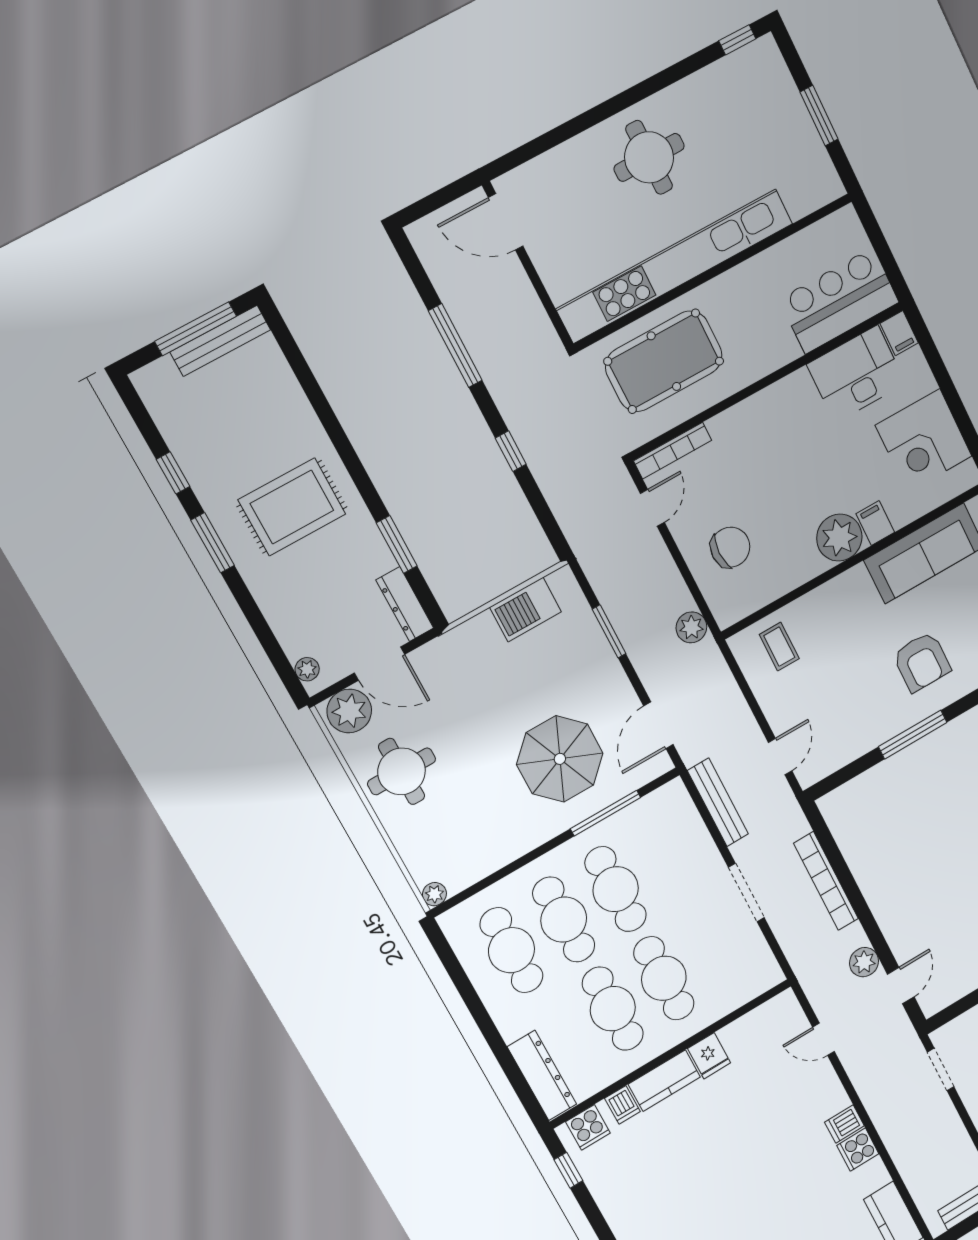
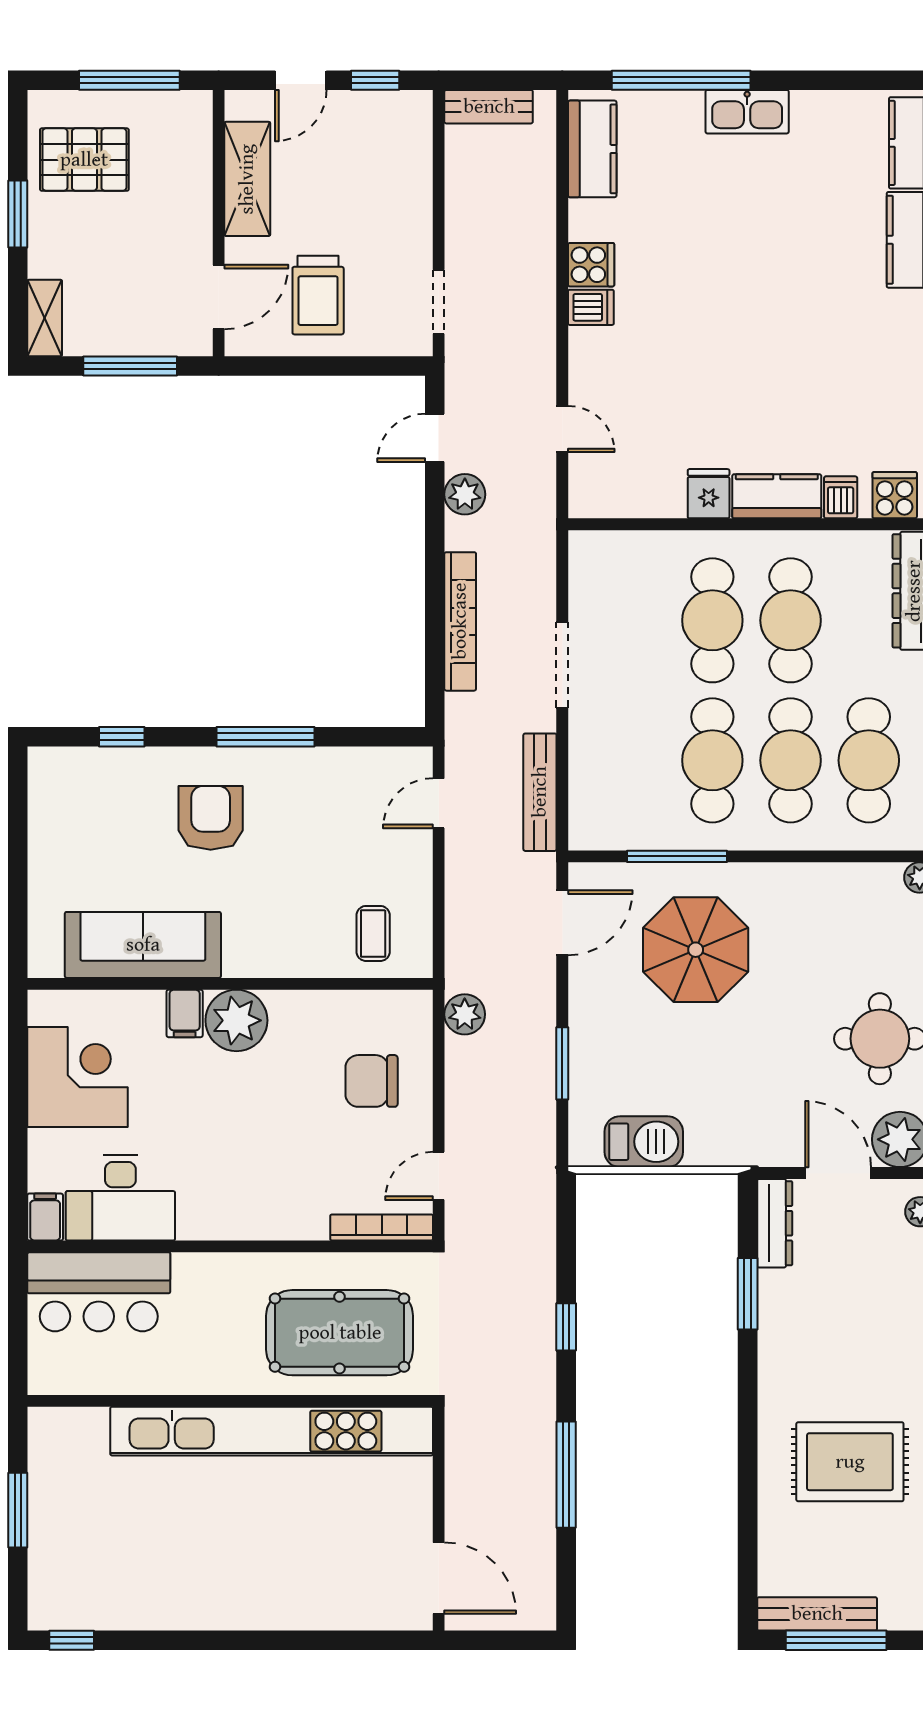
round table: (649, 157) -> (240, 1565), removed
rug: (292, 507) -> (850, 1462), moved

